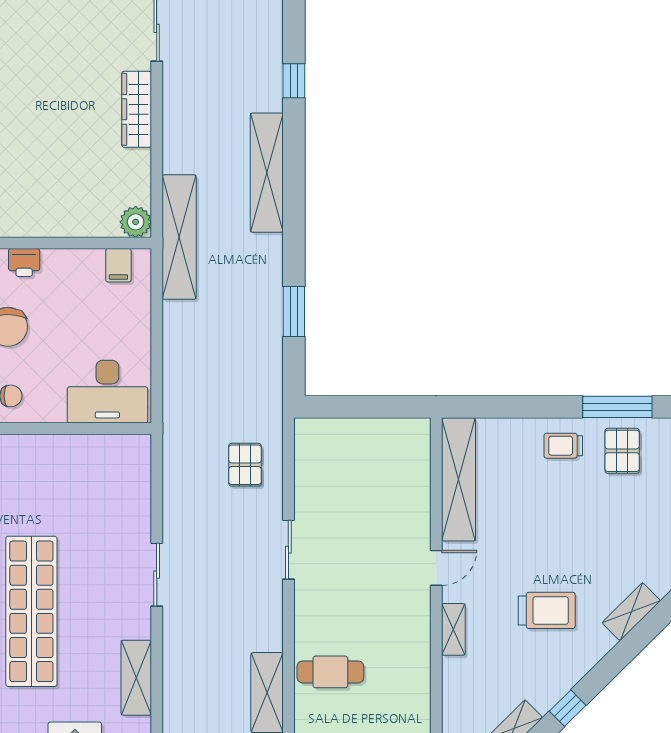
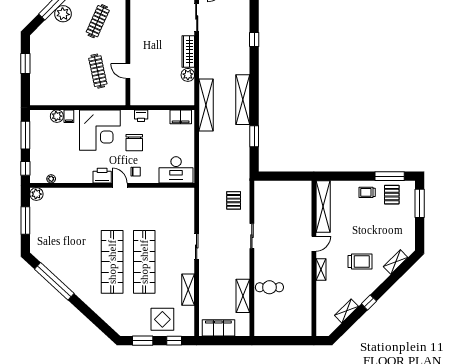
shelving: (267, 173) -> (243, 100), moved
plant: (136, 222) -> (188, 75), moved
filing cabinet: (118, 265) -> (181, 117), width x2.00

